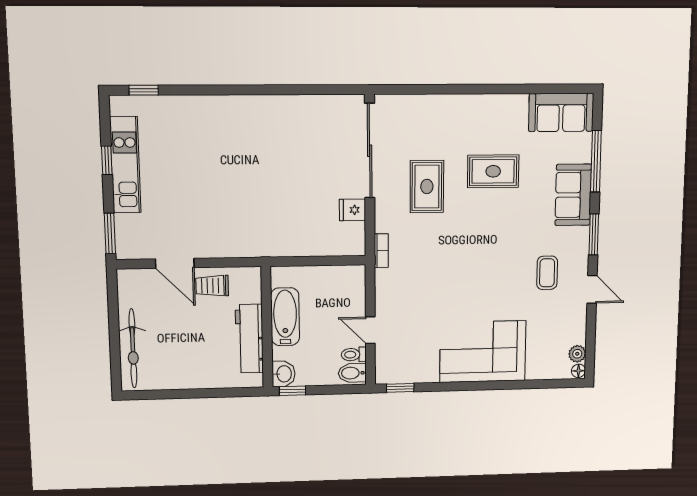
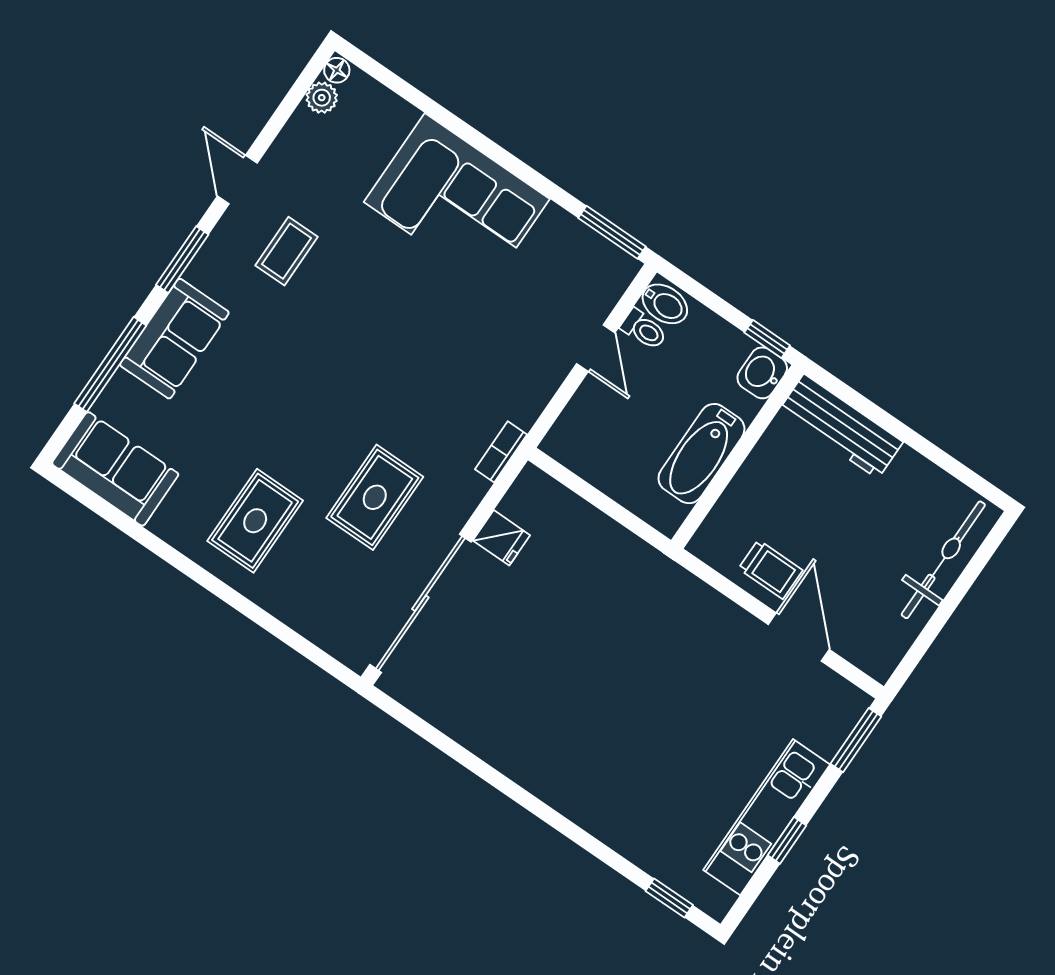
rug: (493, 171) -> (255, 521), moved, turned 90
workbench: (249, 339) -> (841, 426), moved, turned 90
window: (400, 388) -> (612, 232), width x1.50

